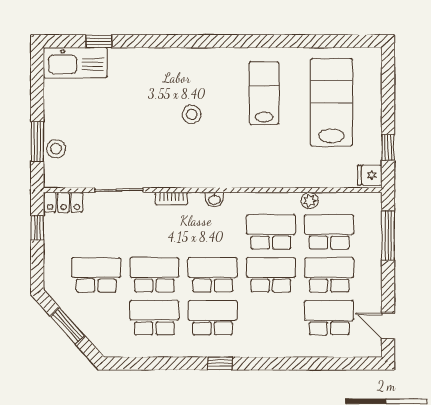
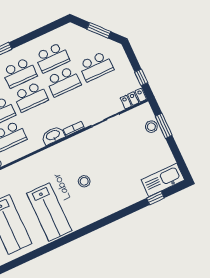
lab bench: (264, 93) -> (49, 212), width x1.36, depth x1.39
washbasin: (214, 199) -> (53, 135), width x1.91, depth x1.45

